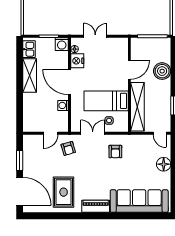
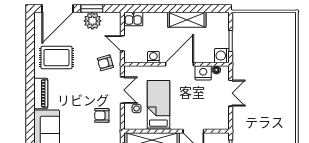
kitchen sink: (29, 49) -> (133, 19), moved
plant: (31, 160) -> (92, 21), added

